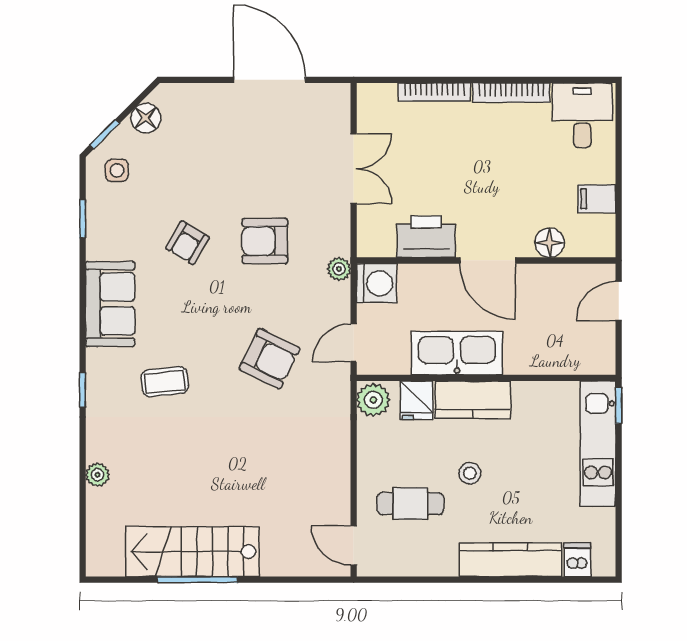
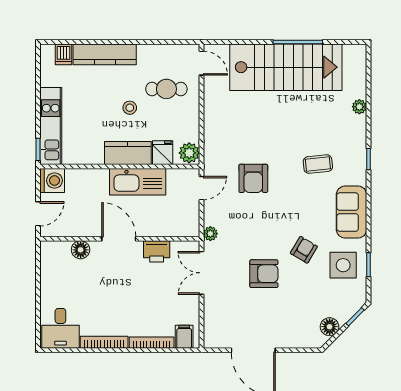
double door: (354, 169) -> (201, 273), moved
side table: (117, 170) -> (343, 265), moved, width x1.87, depth x1.87
filing cabinet: (597, 199) -> (184, 337), moved, turned -90
printer: (426, 237) -> (157, 251), width x0.73, depth x0.84
armchair: (265, 241) -> (264, 274), moved
washing machine: (376, 283) -> (52, 180), moved, turned 180
armchair: (269, 359) -> (253, 178), turned -116
stairs: (193, 552) -> (286, 67), width x1.36, depth x1.51

